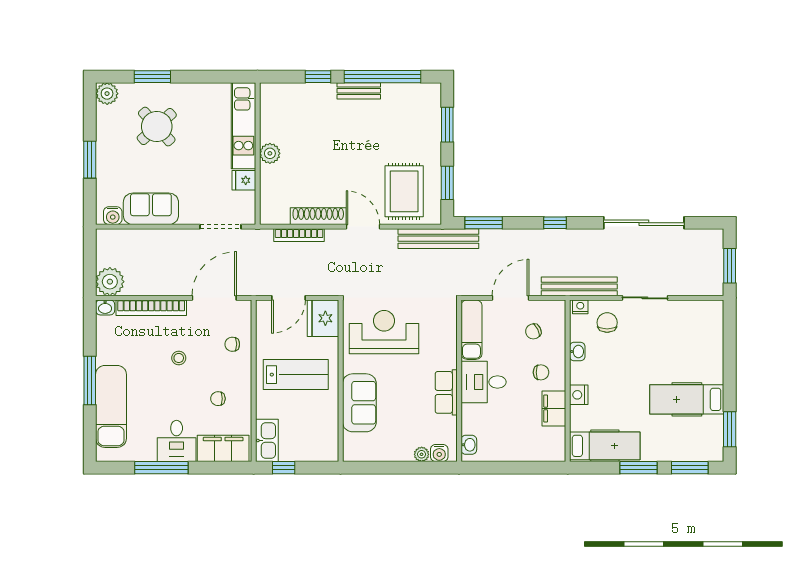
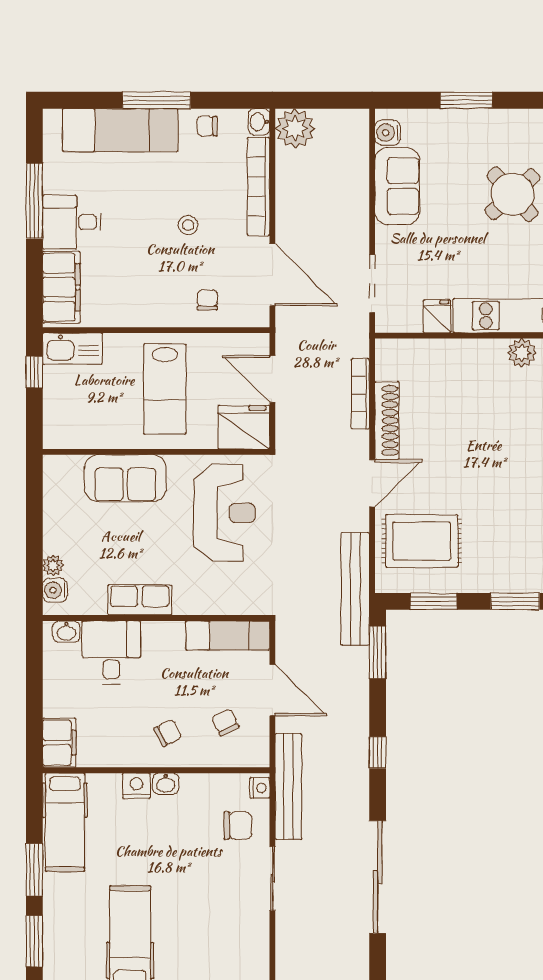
plant: (270, 153) -> (522, 353), moved
washbasin: (577, 352) -> (166, 784), moved
chair: (541, 372) -> (168, 733), turned -117
desk: (484, 382) -> (111, 652), moved
chair: (218, 399) -> (207, 126), moved, turned -90
filing cabinet: (554, 408) -> (59, 743), moved, turned 90

